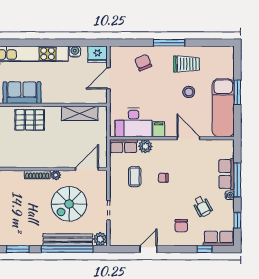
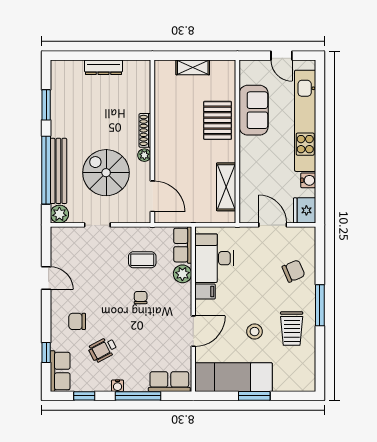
row of seats: (227, 174) -> (169, 382), moved

